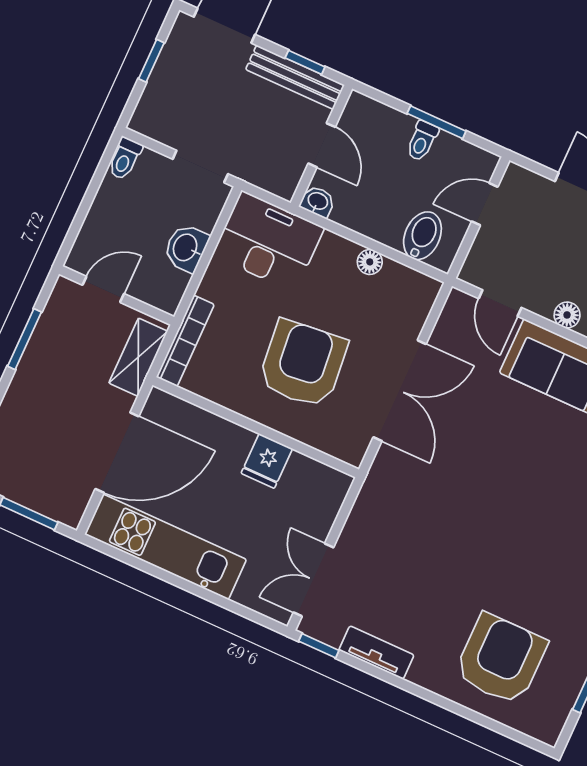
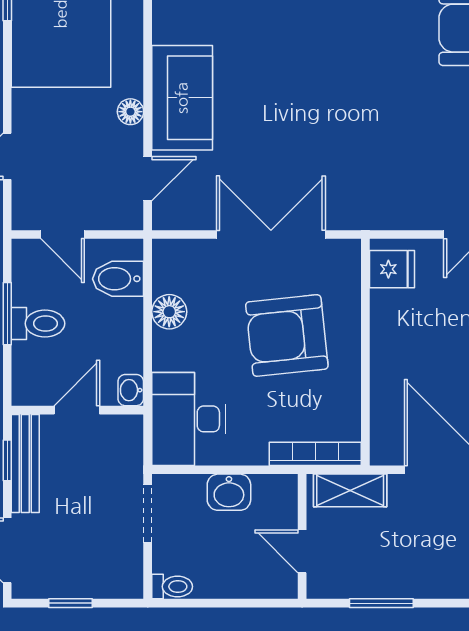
toilet: (422, 141) -> (38, 323), width x1.37, depth x1.39
floor lamp: (370, 262) -> (169, 312), width x1.37, depth x1.37
fridge: (267, 461) -> (392, 269), moved

